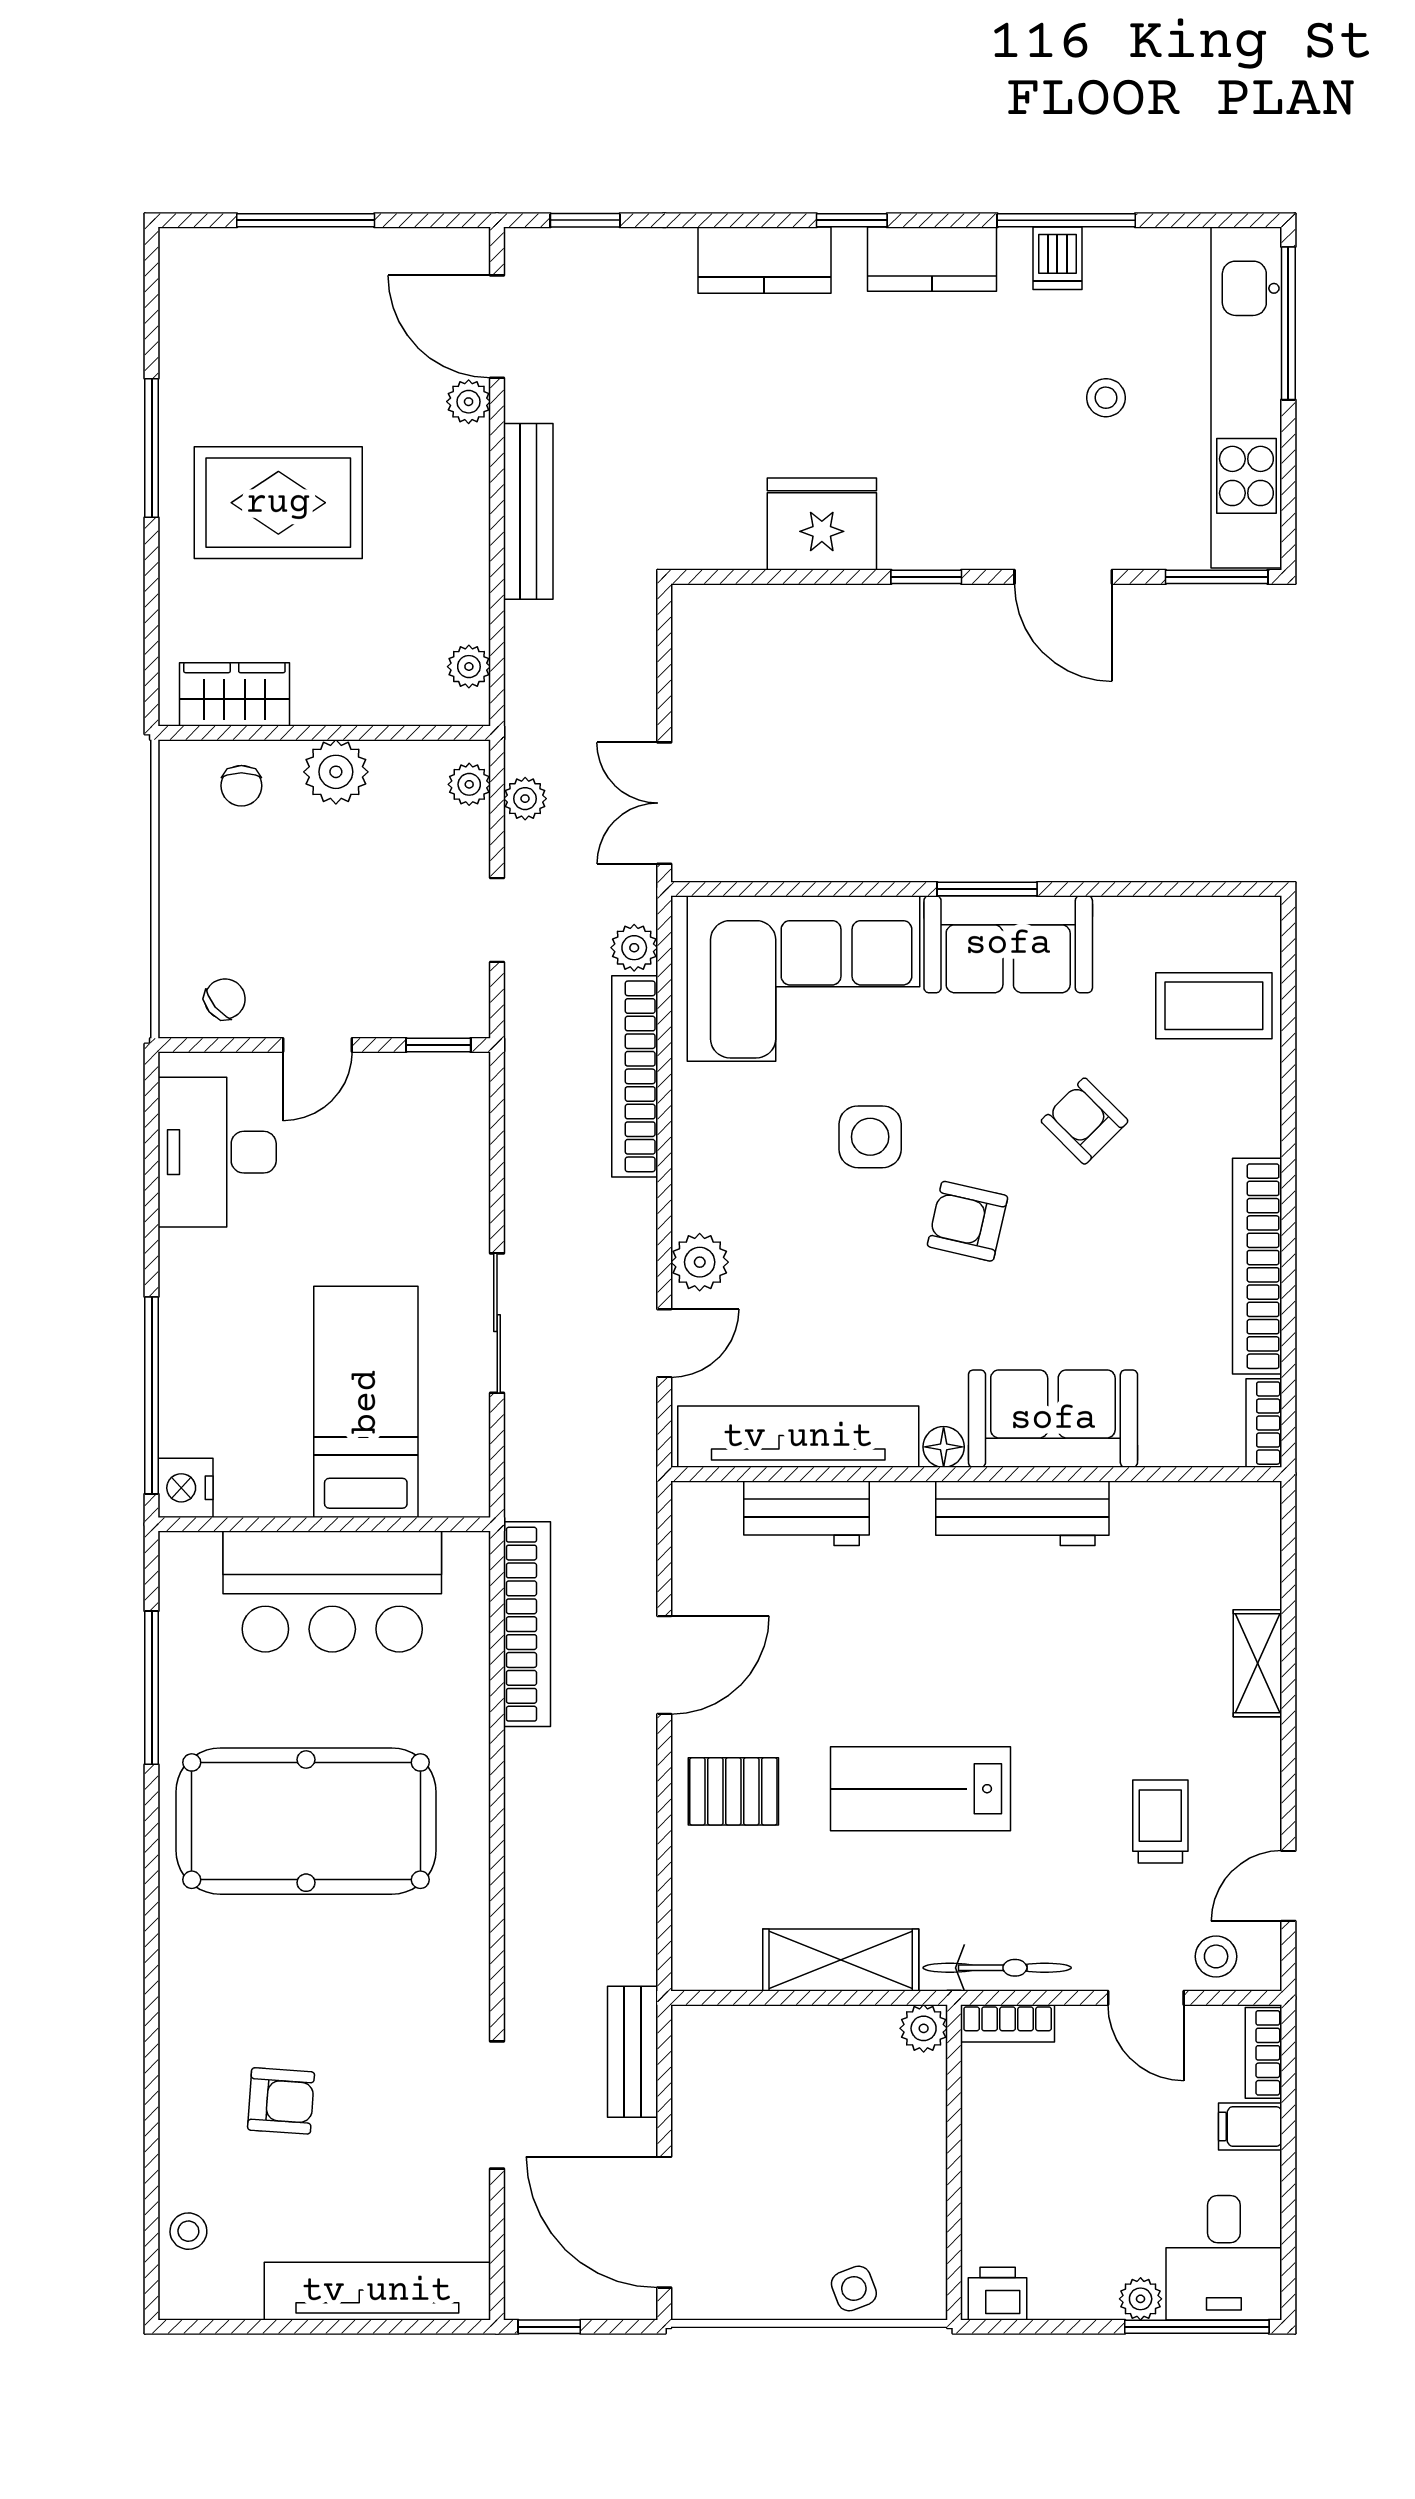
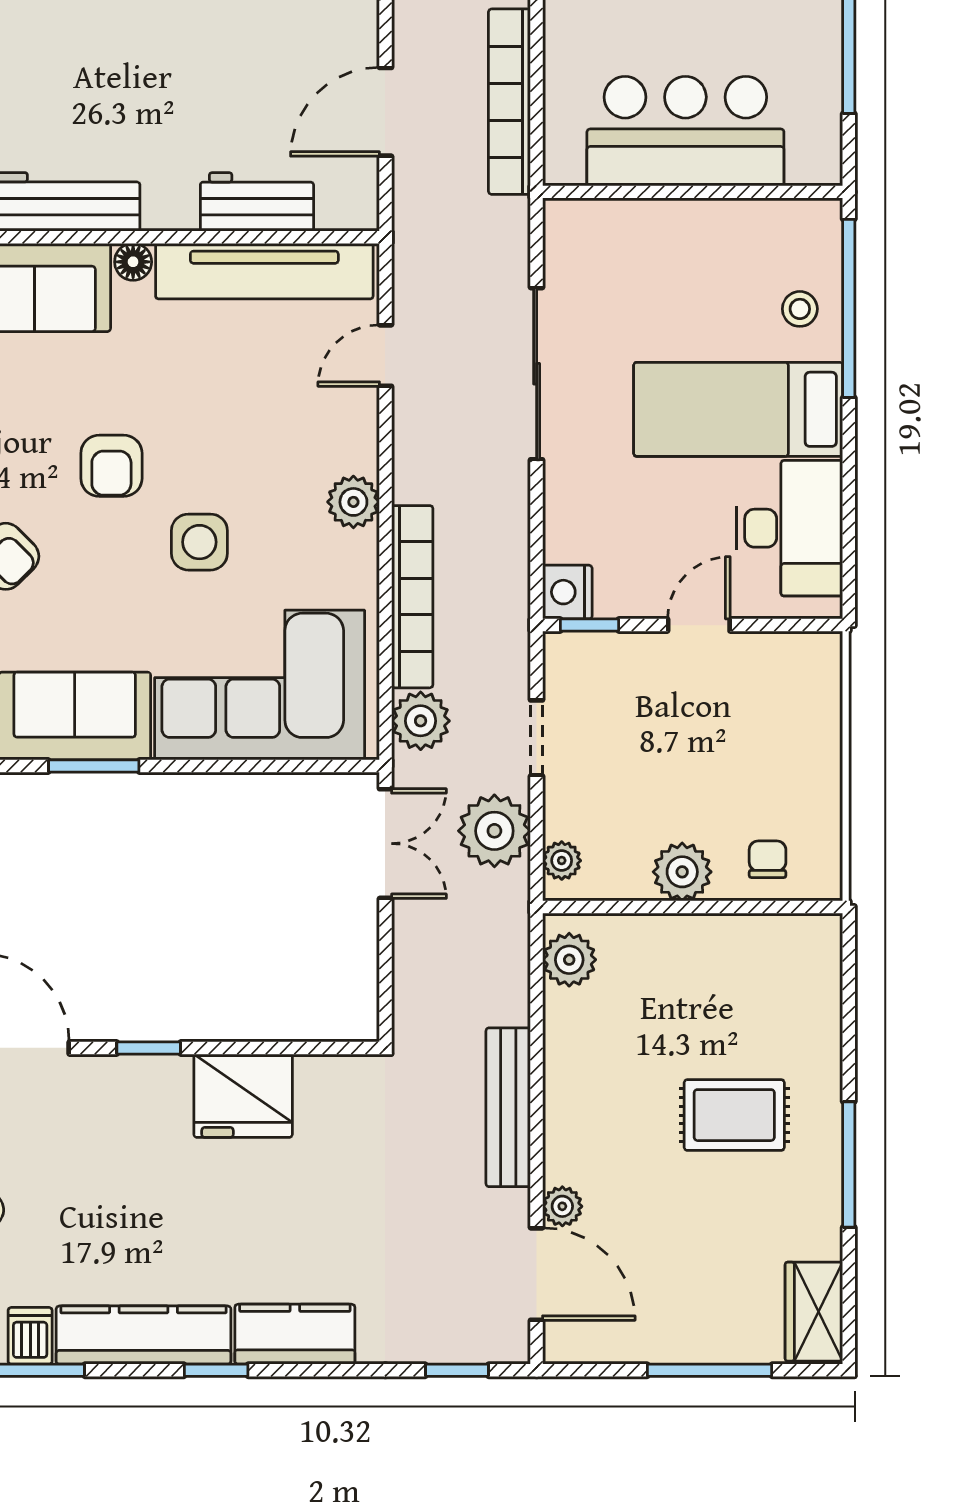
kitchen counter: (932, 259) -> (144, 1335), width x1.50
rug: (278, 503) -> (734, 1115), width x0.73, depth x0.70
plant: (469, 667) -> (569, 960), width x1.38, depth x1.38
wardrobe: (234, 694) -> (814, 1312), moved, turned 90
plant: (525, 799) -> (494, 831), width x1.88, depth x1.88
plant: (634, 948) -> (421, 721), width x1.38, depth x1.38
chair: (225, 999) -> (782, 667), removed
armchair: (968, 1221) -> (111, 466), turned 77
plant: (700, 1262) -> (353, 502), moved
sliding door: (497, 1323) -> (537, 374), width x1.37
stool: (206, 1395) -> (800, 309), added
bed: (366, 1402) -> (738, 409), moved, turned 90
nightstand: (186, 1488) -> (567, 592), moved, turned 180
door: (664, 1665) -> (385, 112), moved

